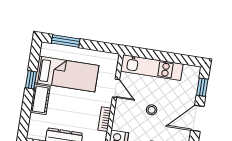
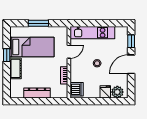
window: (66, 41) -> (38, 23), moved
door: (116, 88) -> (69, 52), hinge flipped

